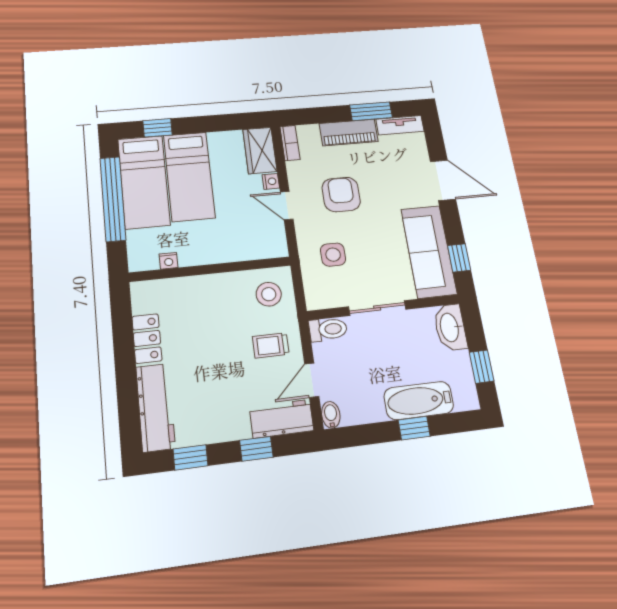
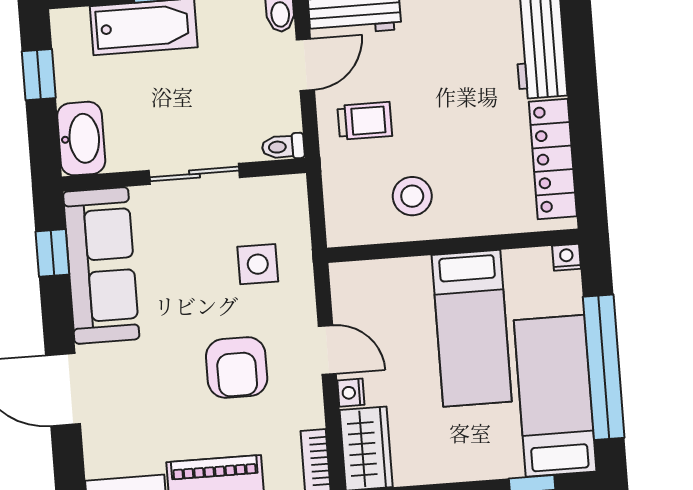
bed: (189, 176) -> (472, 328), moved, turned 180
nightstand: (169, 261) -> (566, 257), moved
stool: (269, 294) -> (412, 196), moved
toilet: (328, 329) -> (283, 147), width x0.73, depth x0.72
locker: (147, 338) -> (553, 159), width x1.53

